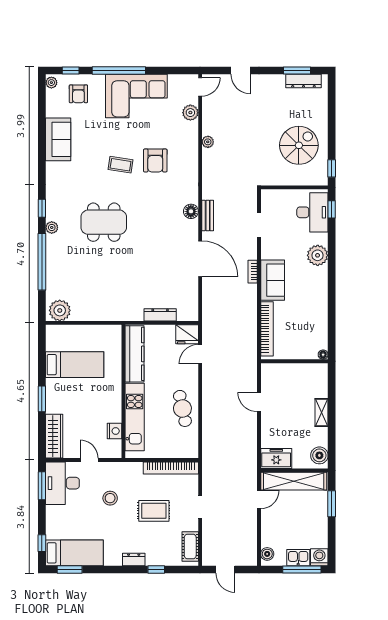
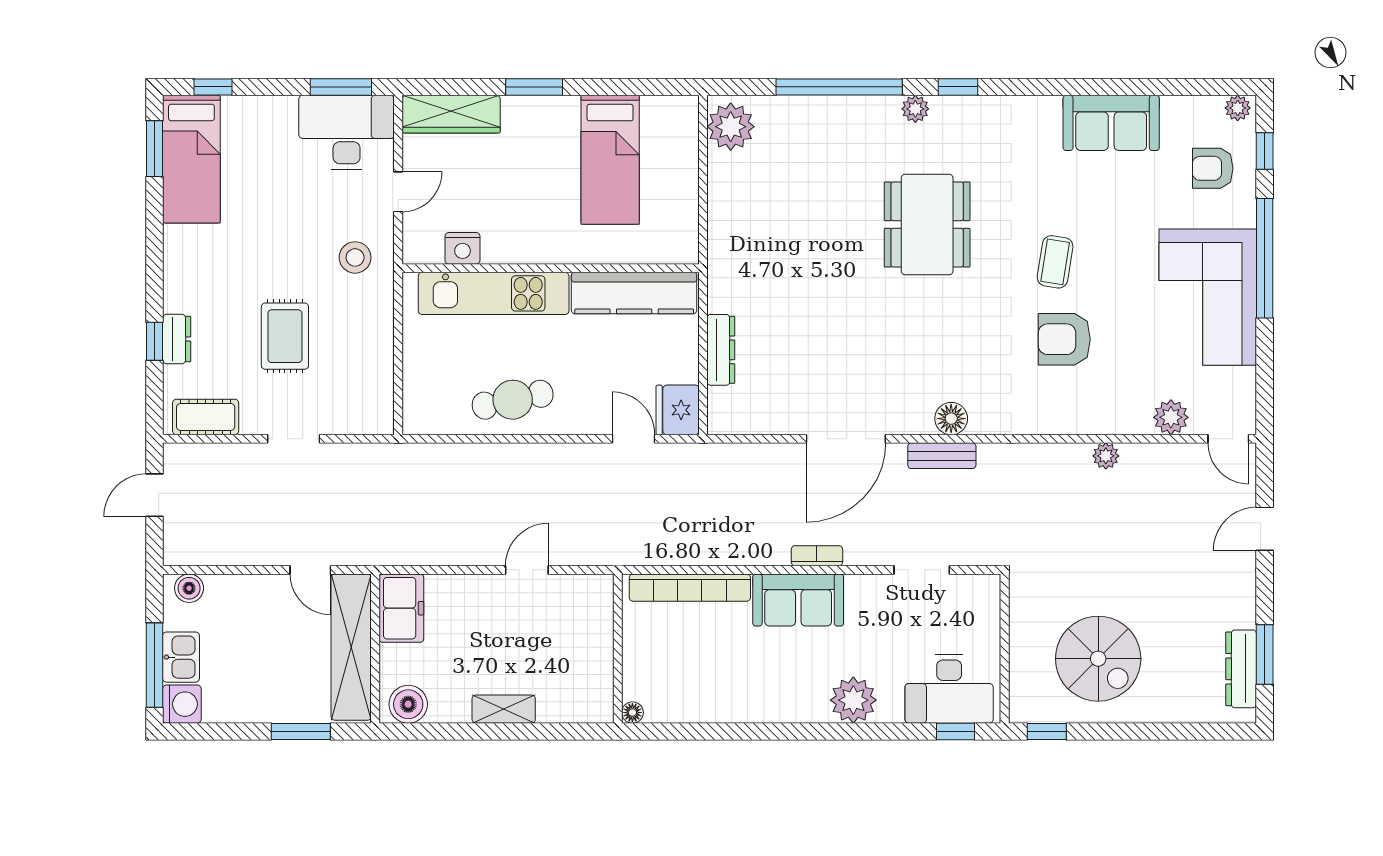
bookcase: (171, 468) -> (380, 374), removed
stool: (110, 498) -> (355, 257), moved
dresser: (134, 560) -> (177, 339), moved

